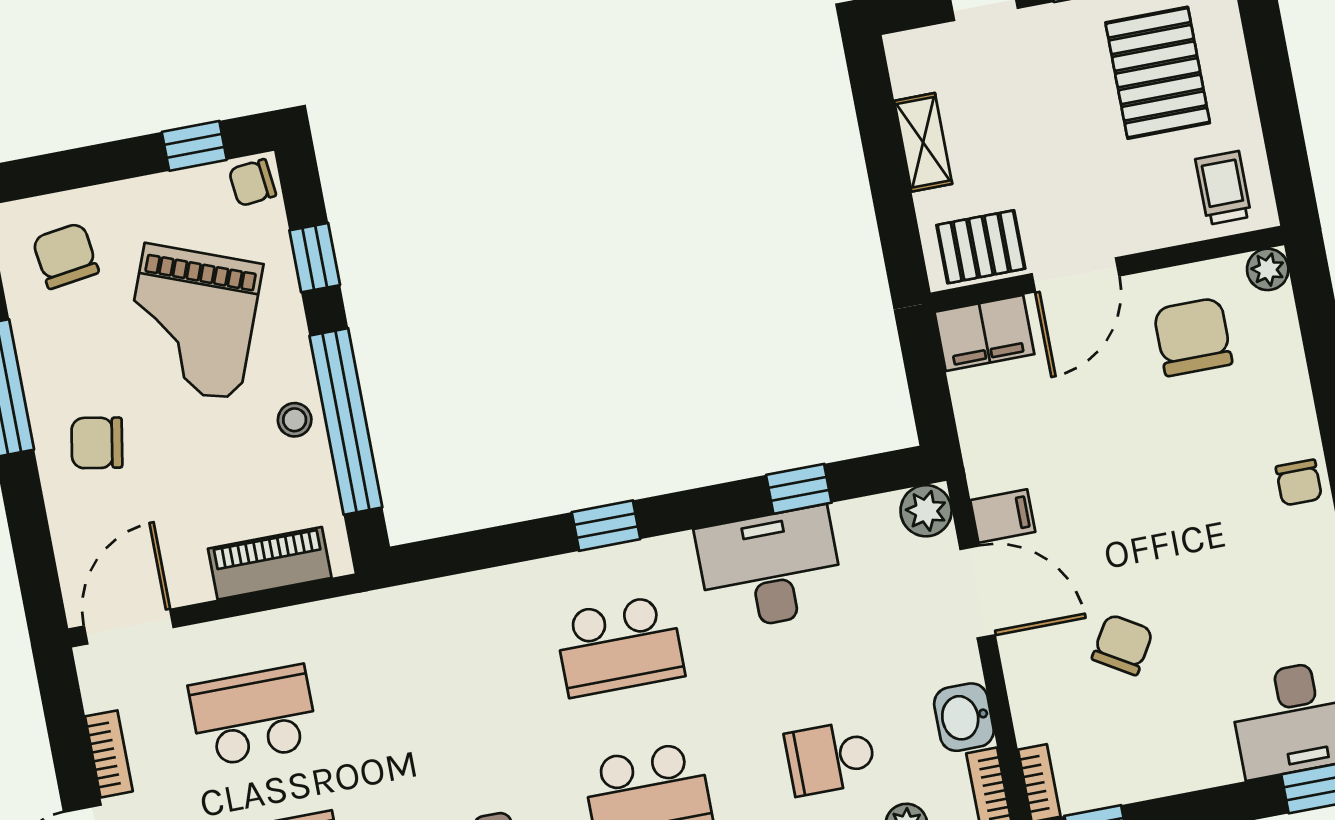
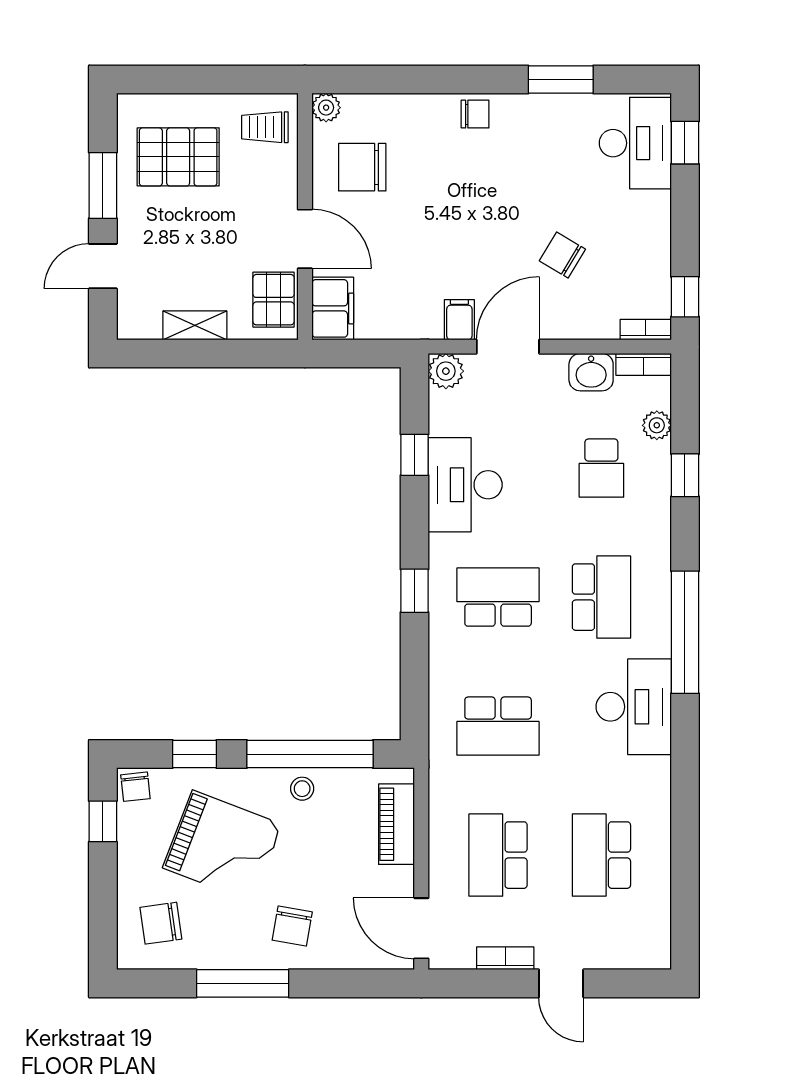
school desk: (620, 646) -> (498, 597), turned -90
school desk: (436, 681) -> (498, 726), added

